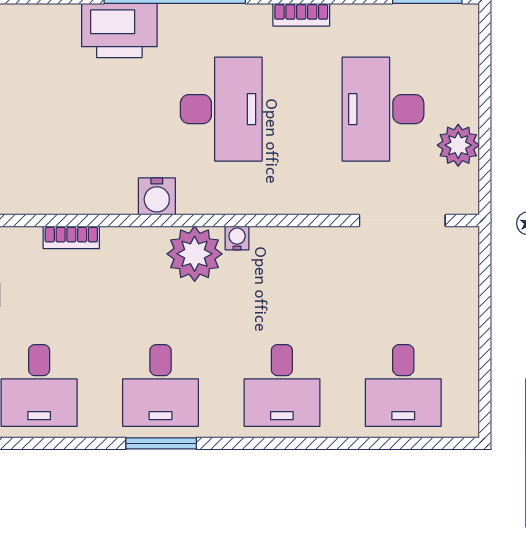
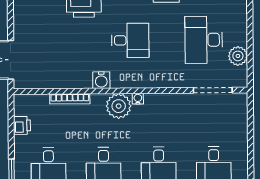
desk: (221, 109) -> (130, 40), width x0.73
bookcase: (71, 237) -> (70, 99), width x1.56

